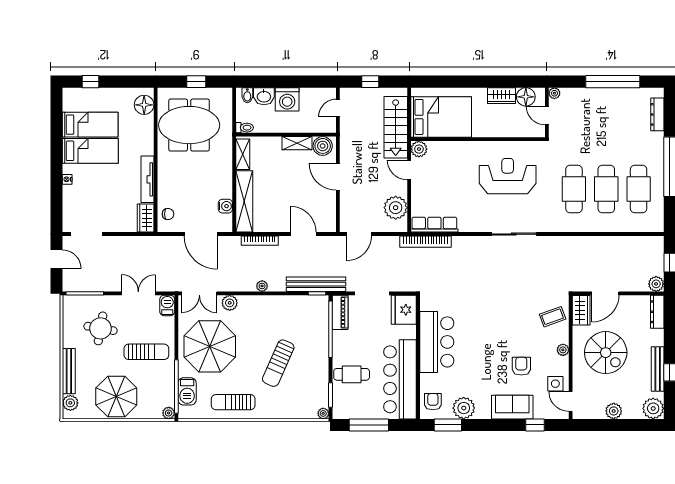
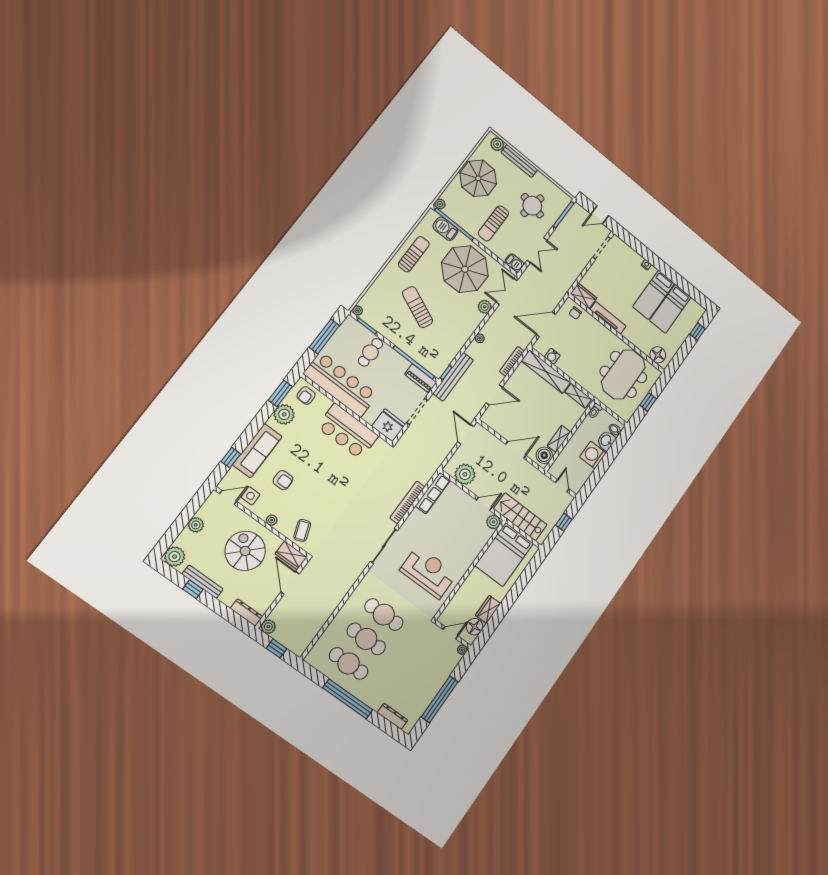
reception desk: (508, 176) -> (428, 572), turned -90
bookcase: (426, 242) -> (407, 502), moved
spiral stairs: (606, 353) -> (245, 551), turned 90
armchair: (433, 402) -> (306, 395), turned 90
sofa: (512, 407) -> (257, 451), width x1.36

